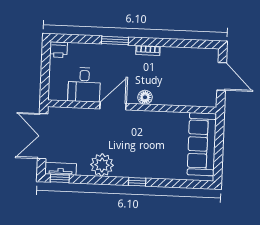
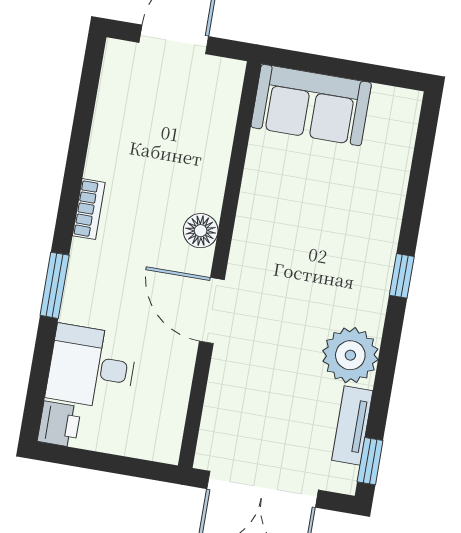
desk: (84, 85) -> (92, 367), moved, turned 180
sofa: (202, 144) -> (311, 105), width x0.73
tv unit: (61, 169) -> (352, 425), moved

